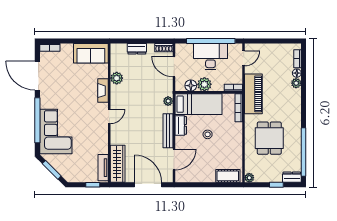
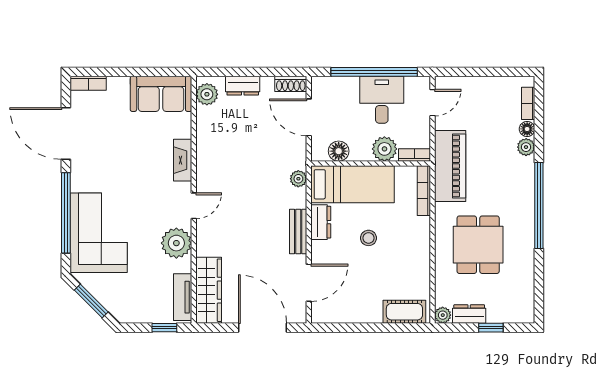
desk: (210, 57) -> (382, 100), width x0.73
plant: (117, 78) -> (207, 94), moved
plant: (204, 84) -> (384, 149), moved
bench: (168, 131) -> (298, 232), width x0.73
plant: (100, 137) -> (176, 243), added
window: (303, 152) -> (539, 206), moved
dresser: (292, 177) -> (469, 314), moved

